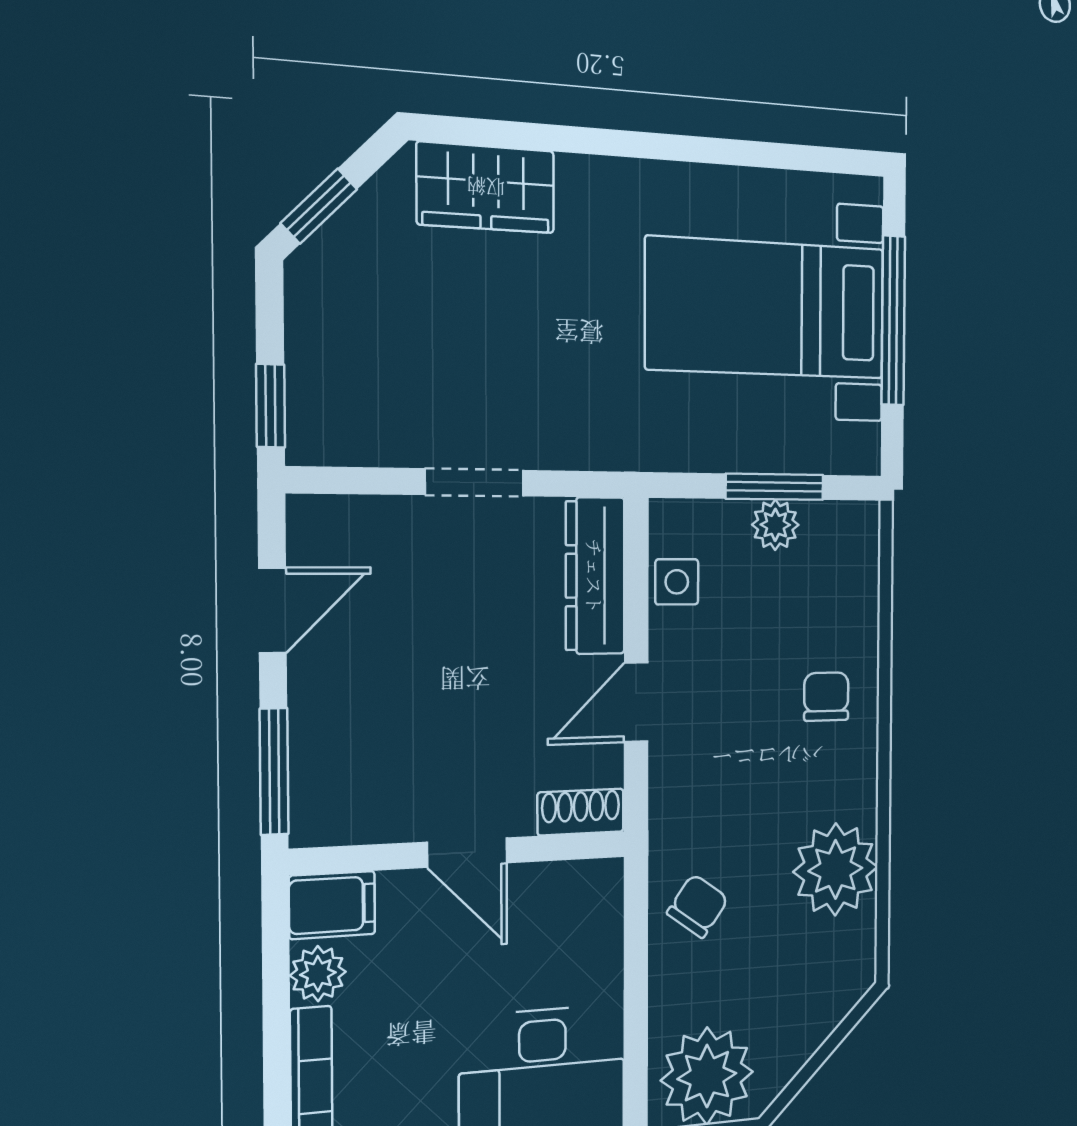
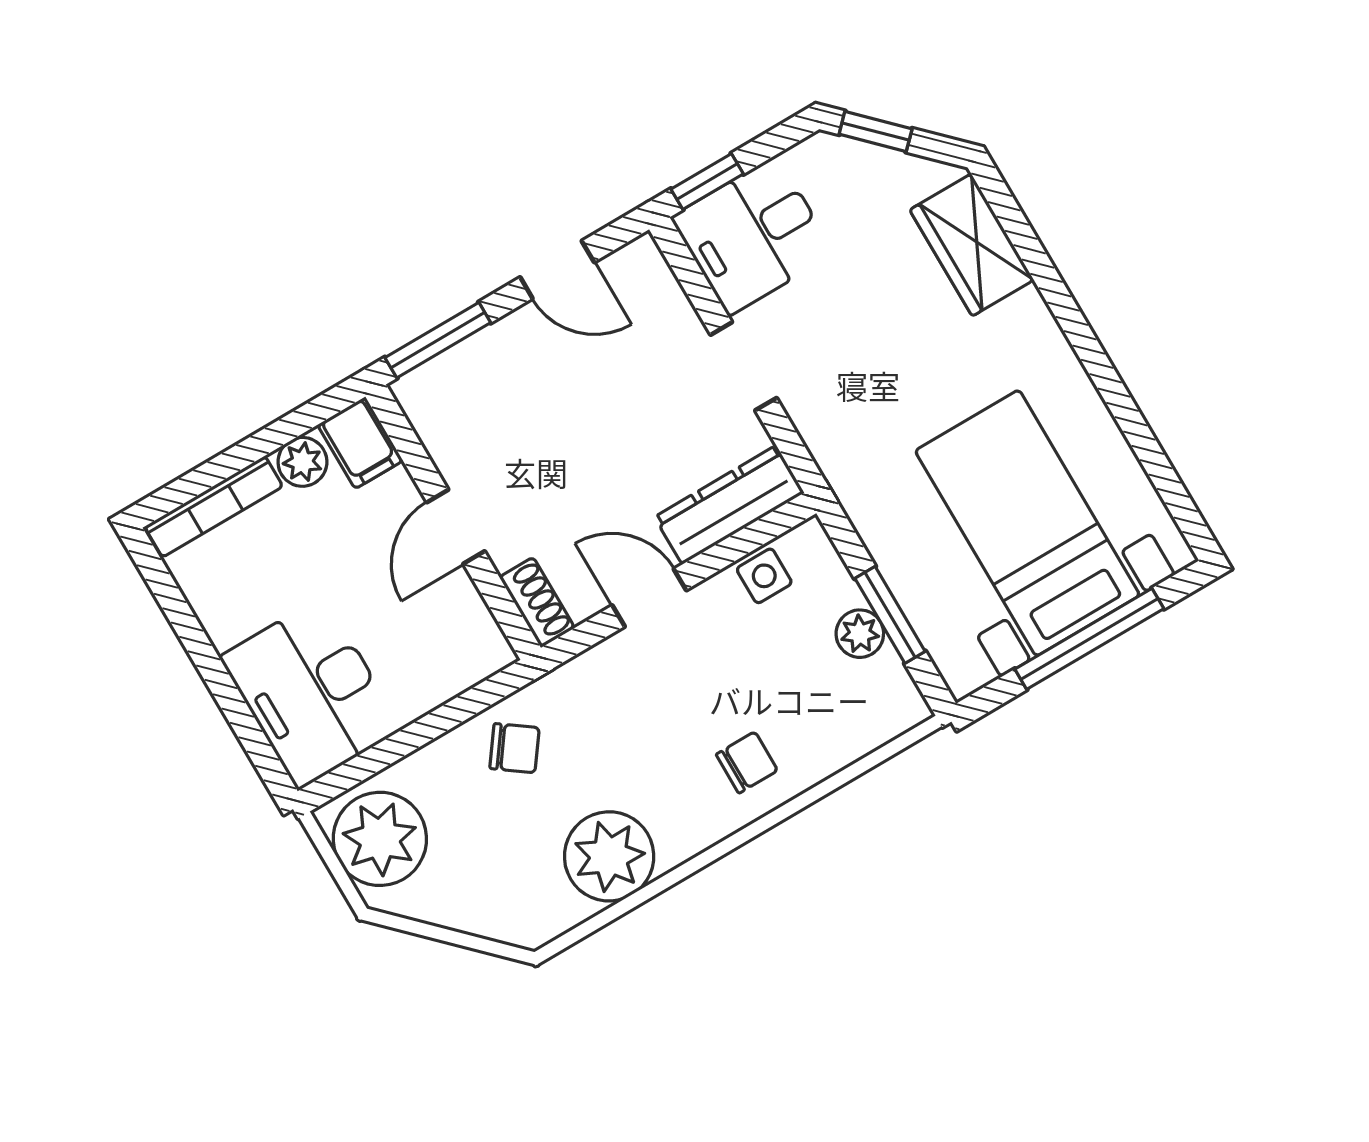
desk: (352, 394) -> (753, 236), added

